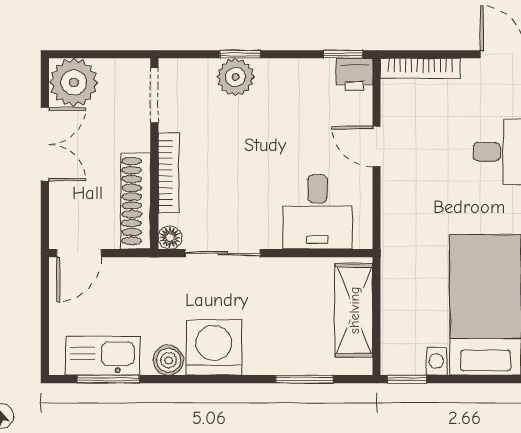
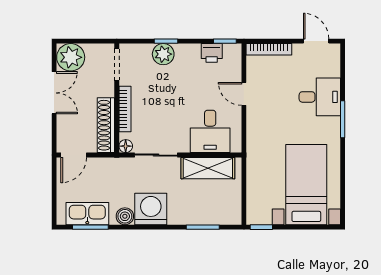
printer: (354, 75) -> (212, 53), moved
shelving: (354, 310) -> (208, 168), moved, turned 90

